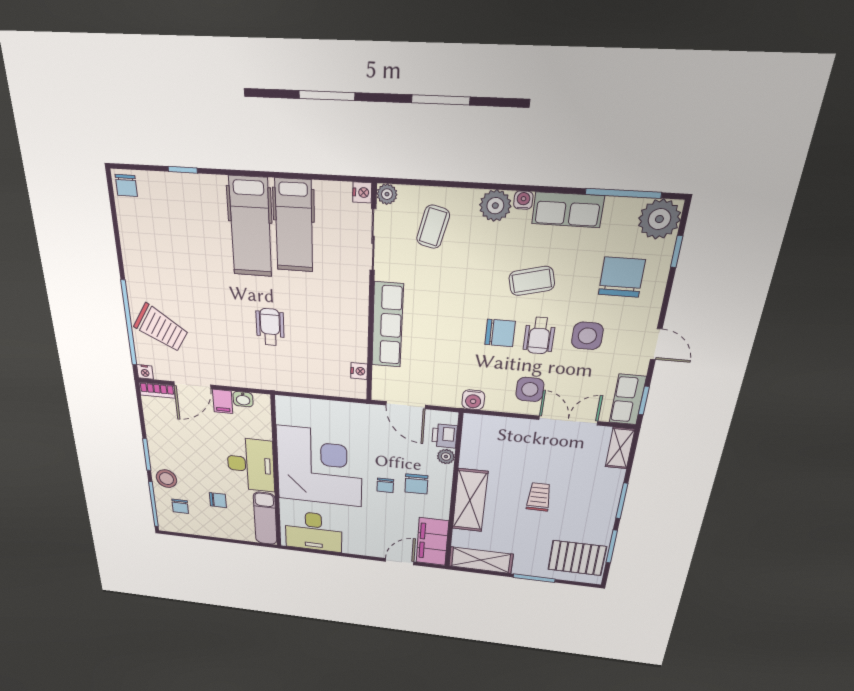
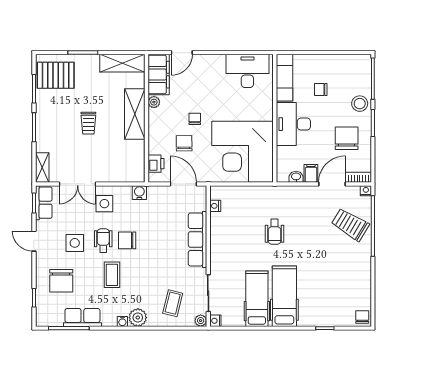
row of seats: (568, 210) -> (82, 317), moved
plant: (659, 219) -> (47, 315), removed
coffee table: (532, 281) -> (112, 275), turned -76
plant: (446, 457) -> (154, 102), moved
corner desk: (319, 466) -> (242, 152), moved
chair: (416, 484) -> (184, 143), moved
chair: (180, 506) -> (347, 138), moved, width x1.87, depth x1.87

